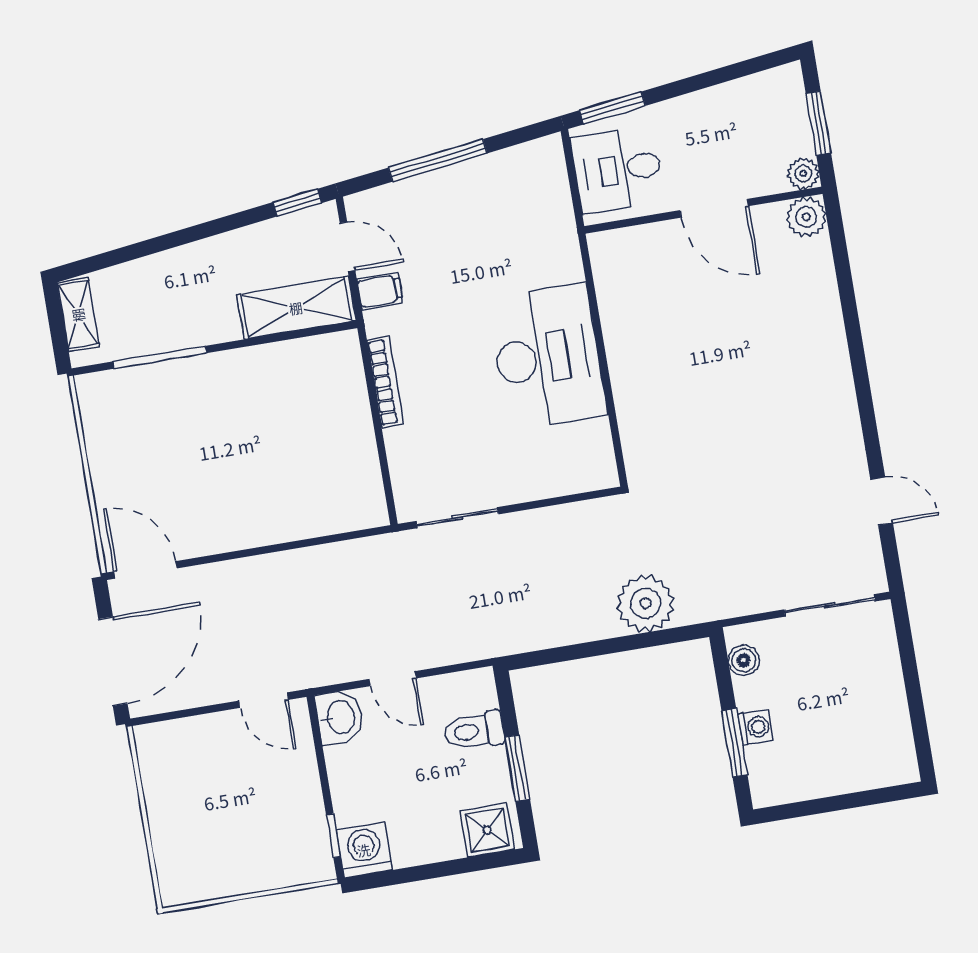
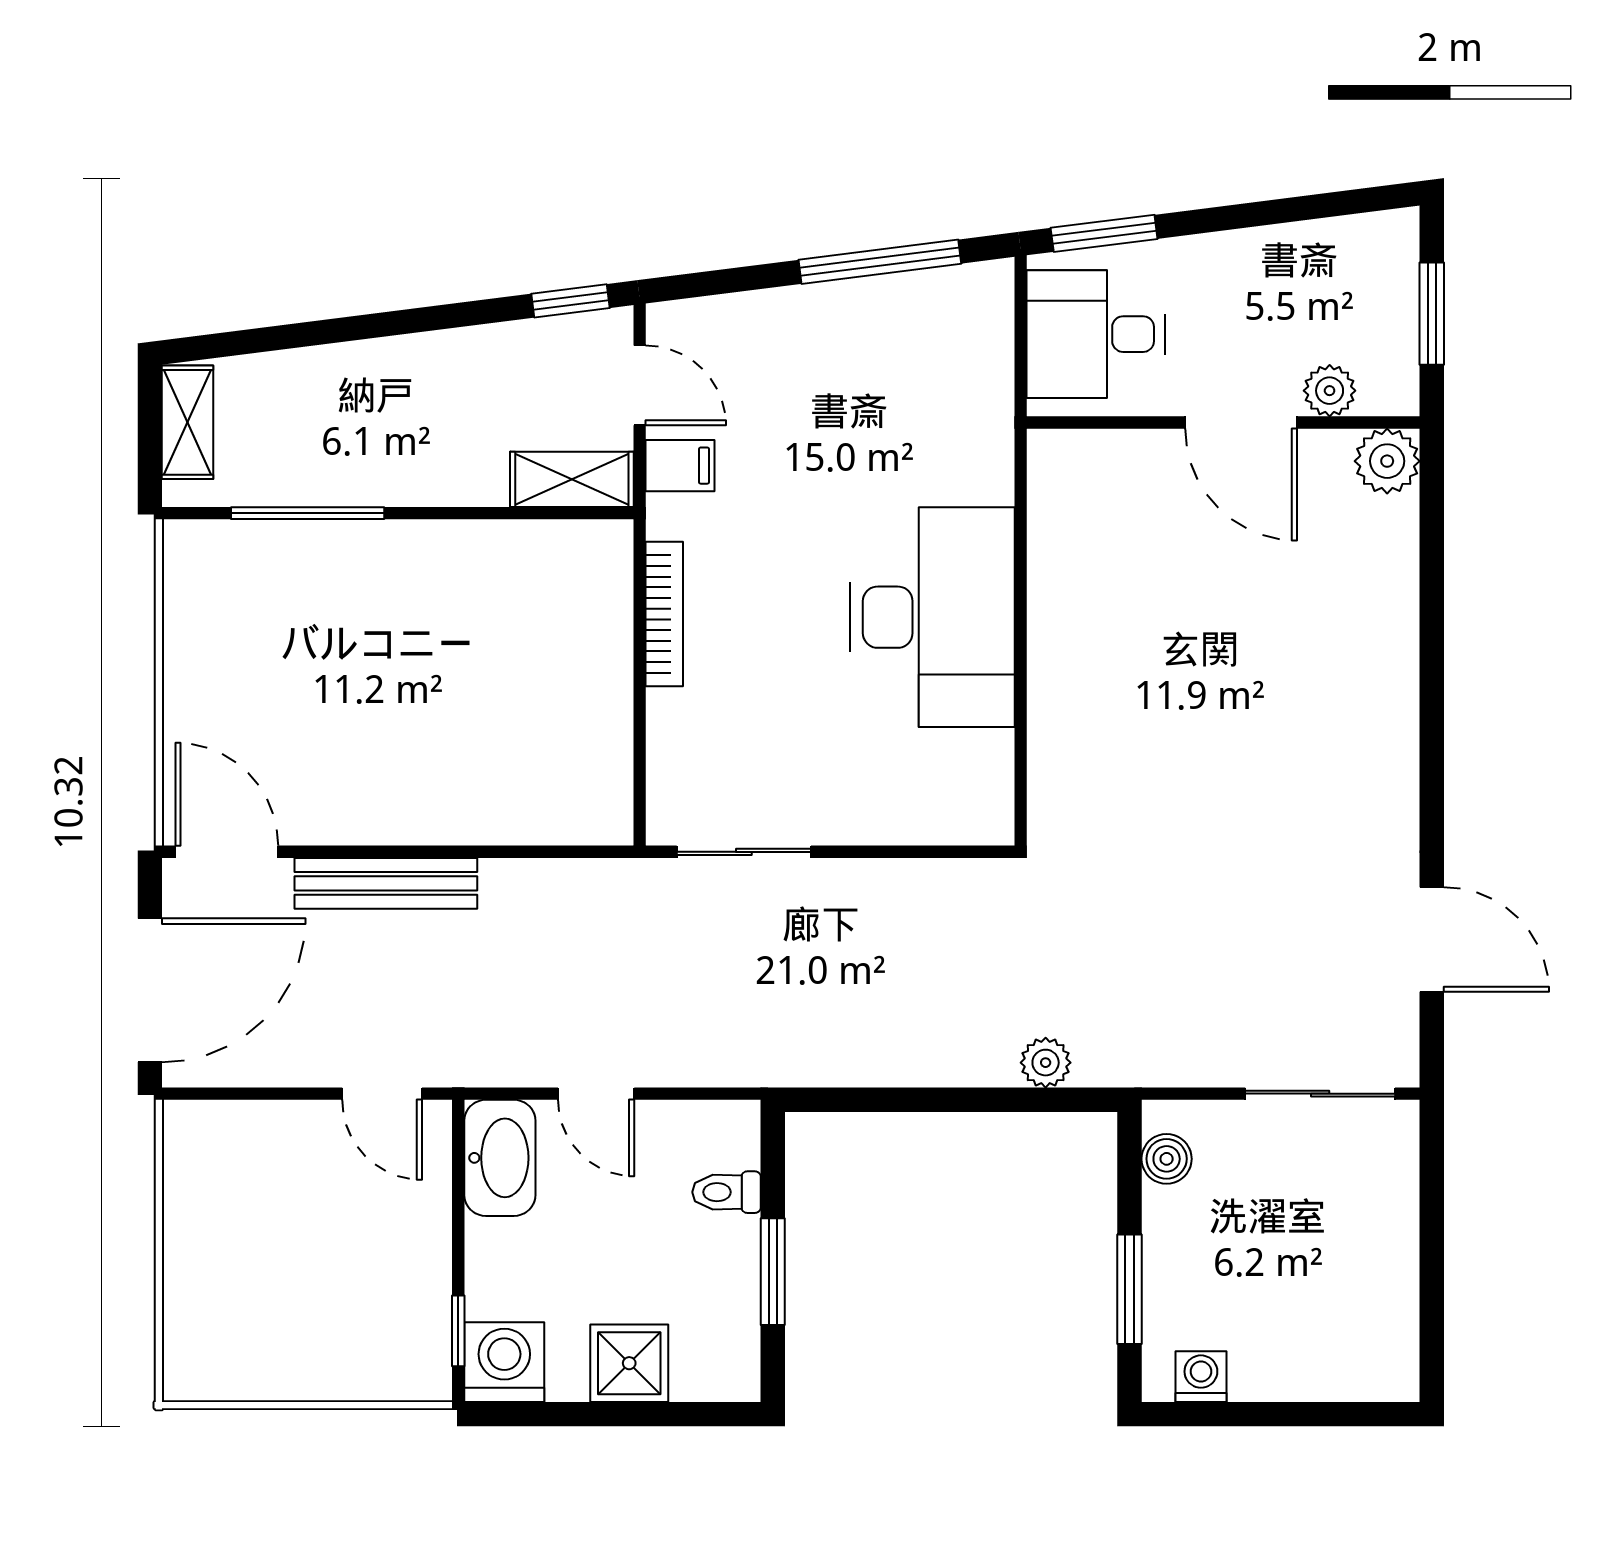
window: (438, 160) -> (880, 262), moved
plant: (803, 174) -> (1330, 391), moved
shelving: (296, 308) -> (572, 479), width x0.67, depth x0.75
door: (882, 501) -> (1432, 940), width x1.38
bench: (245, 573) -> (386, 883), added
plant: (645, 603) -> (1046, 1063), width x0.53, depth x0.53
washbasin: (339, 717) -> (500, 1158), width x1.38
washing machine: (755, 727) -> (1201, 1377), moved, turned -90
toilet: (474, 731) -> (727, 1192), width x0.73, depth x0.72
shower: (487, 830) -> (629, 1363), moved

